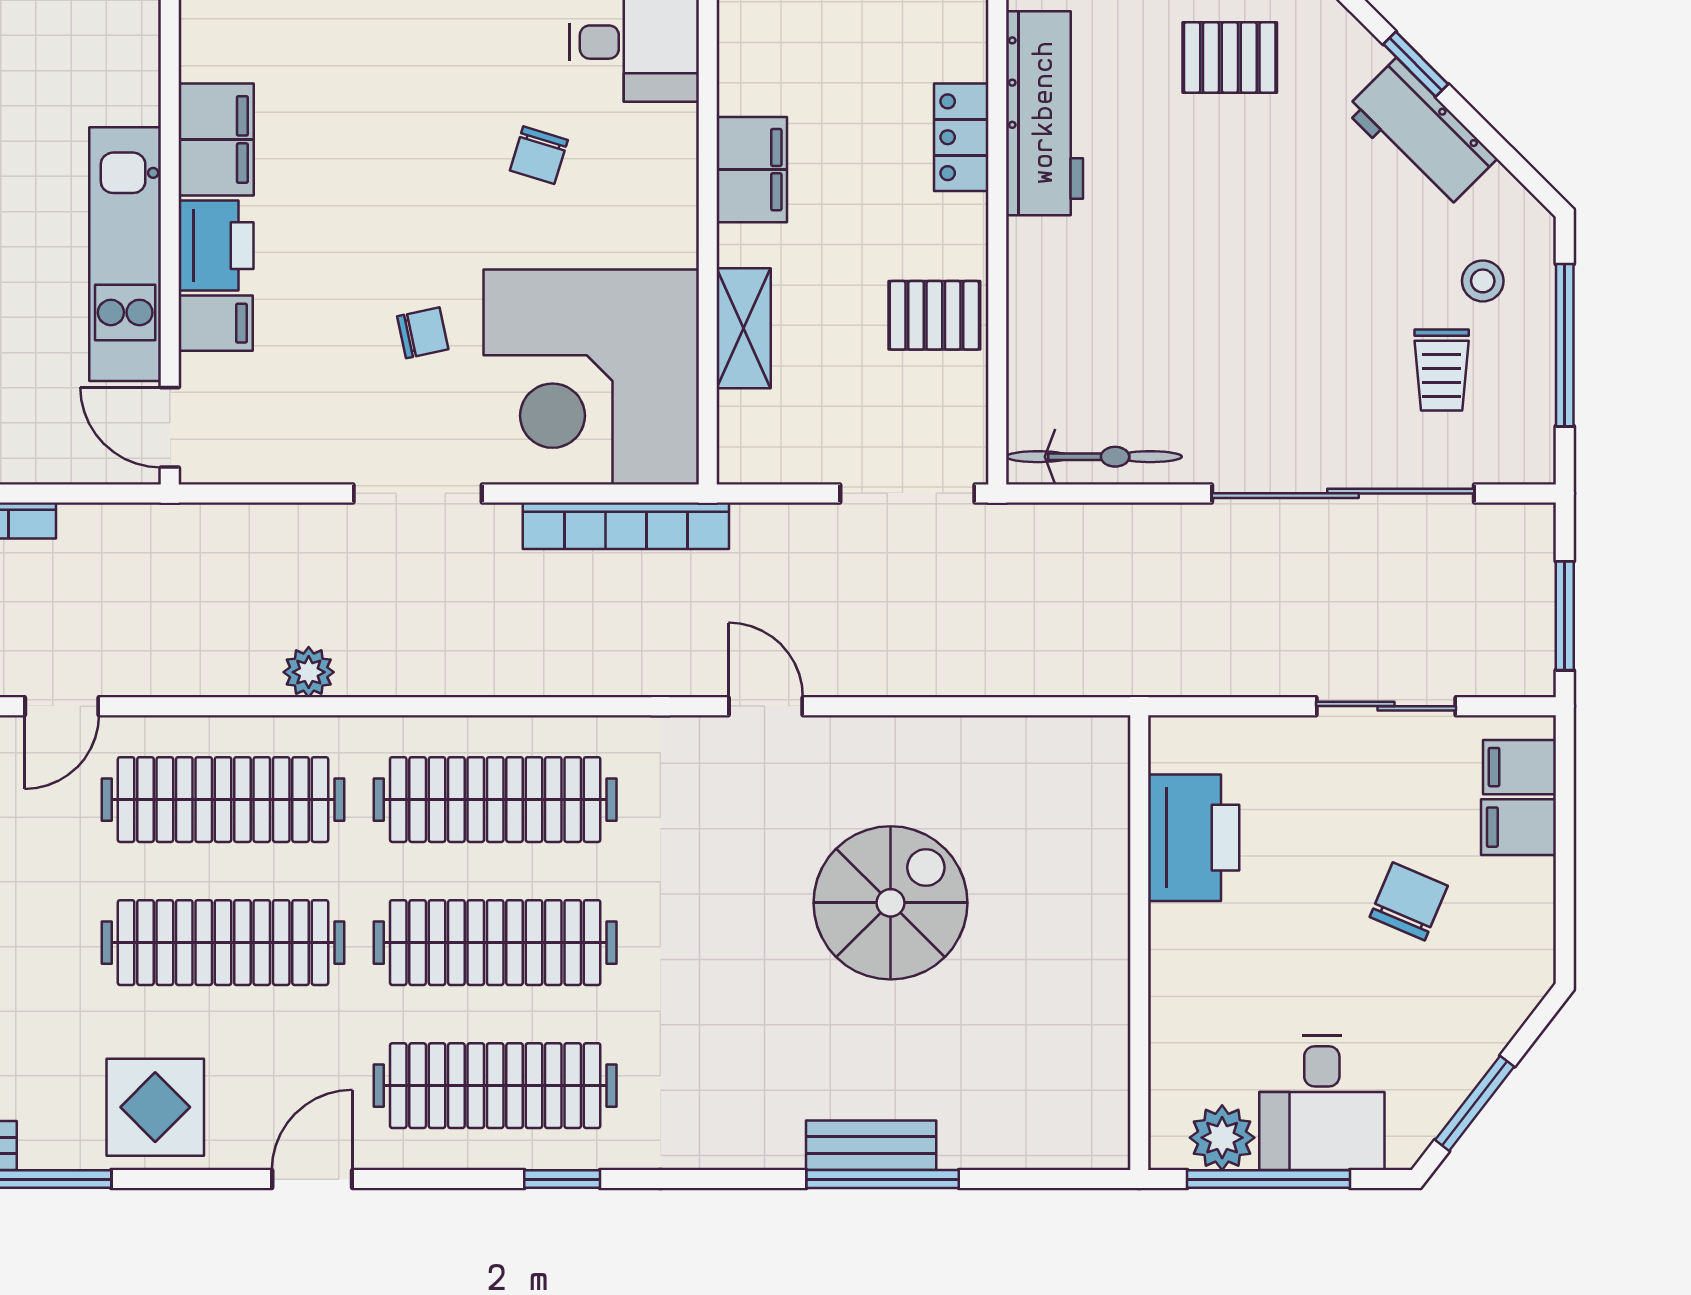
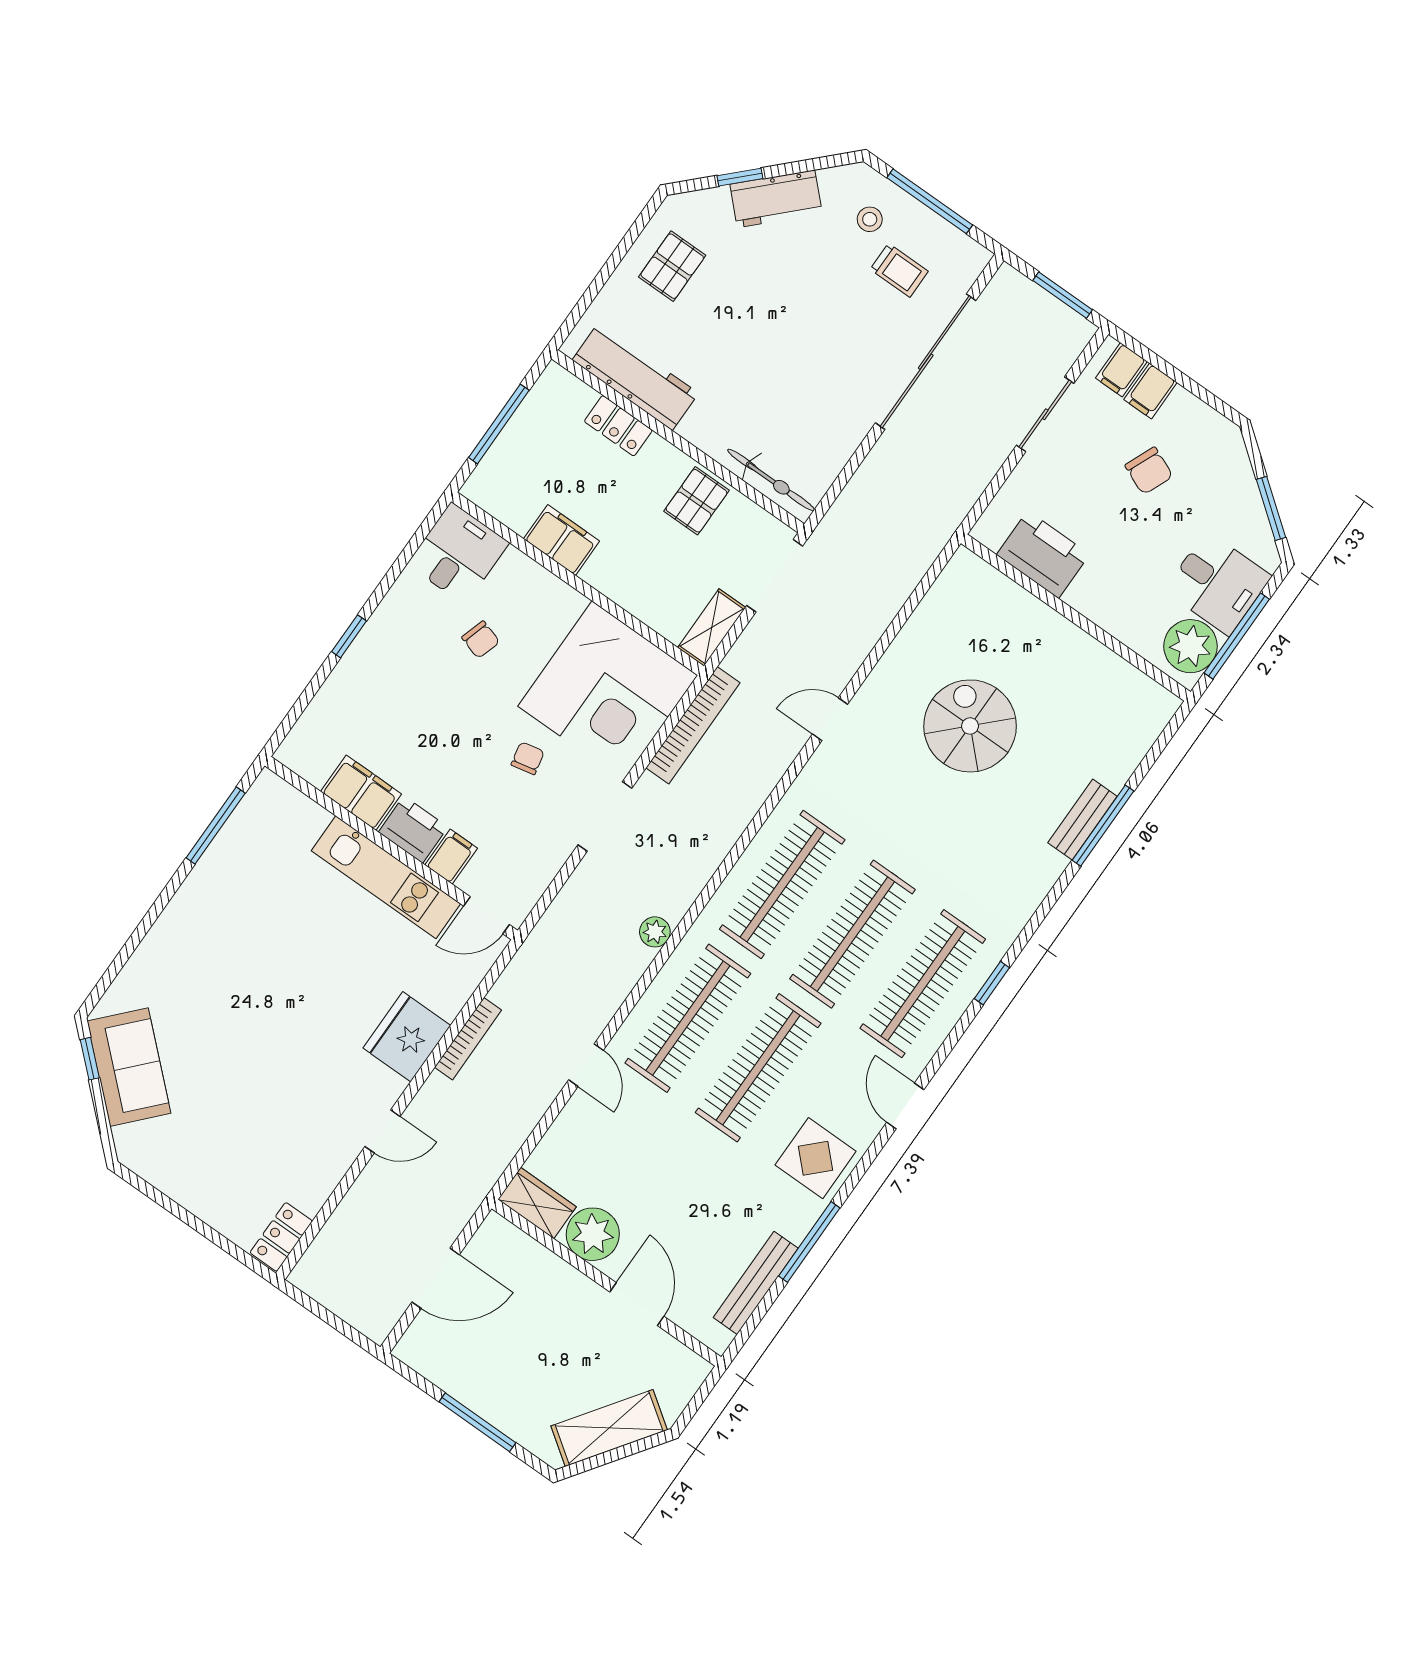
shelving: (744, 328) -> (712, 627), moved, turned 90
bicycle: (1094, 457) -> (771, 480), moved, turned 90
chair: (1409, 901) -> (1149, 471), turned 180
plant: (1222, 1138) -> (1190, 646), width x1.36, depth x1.36

